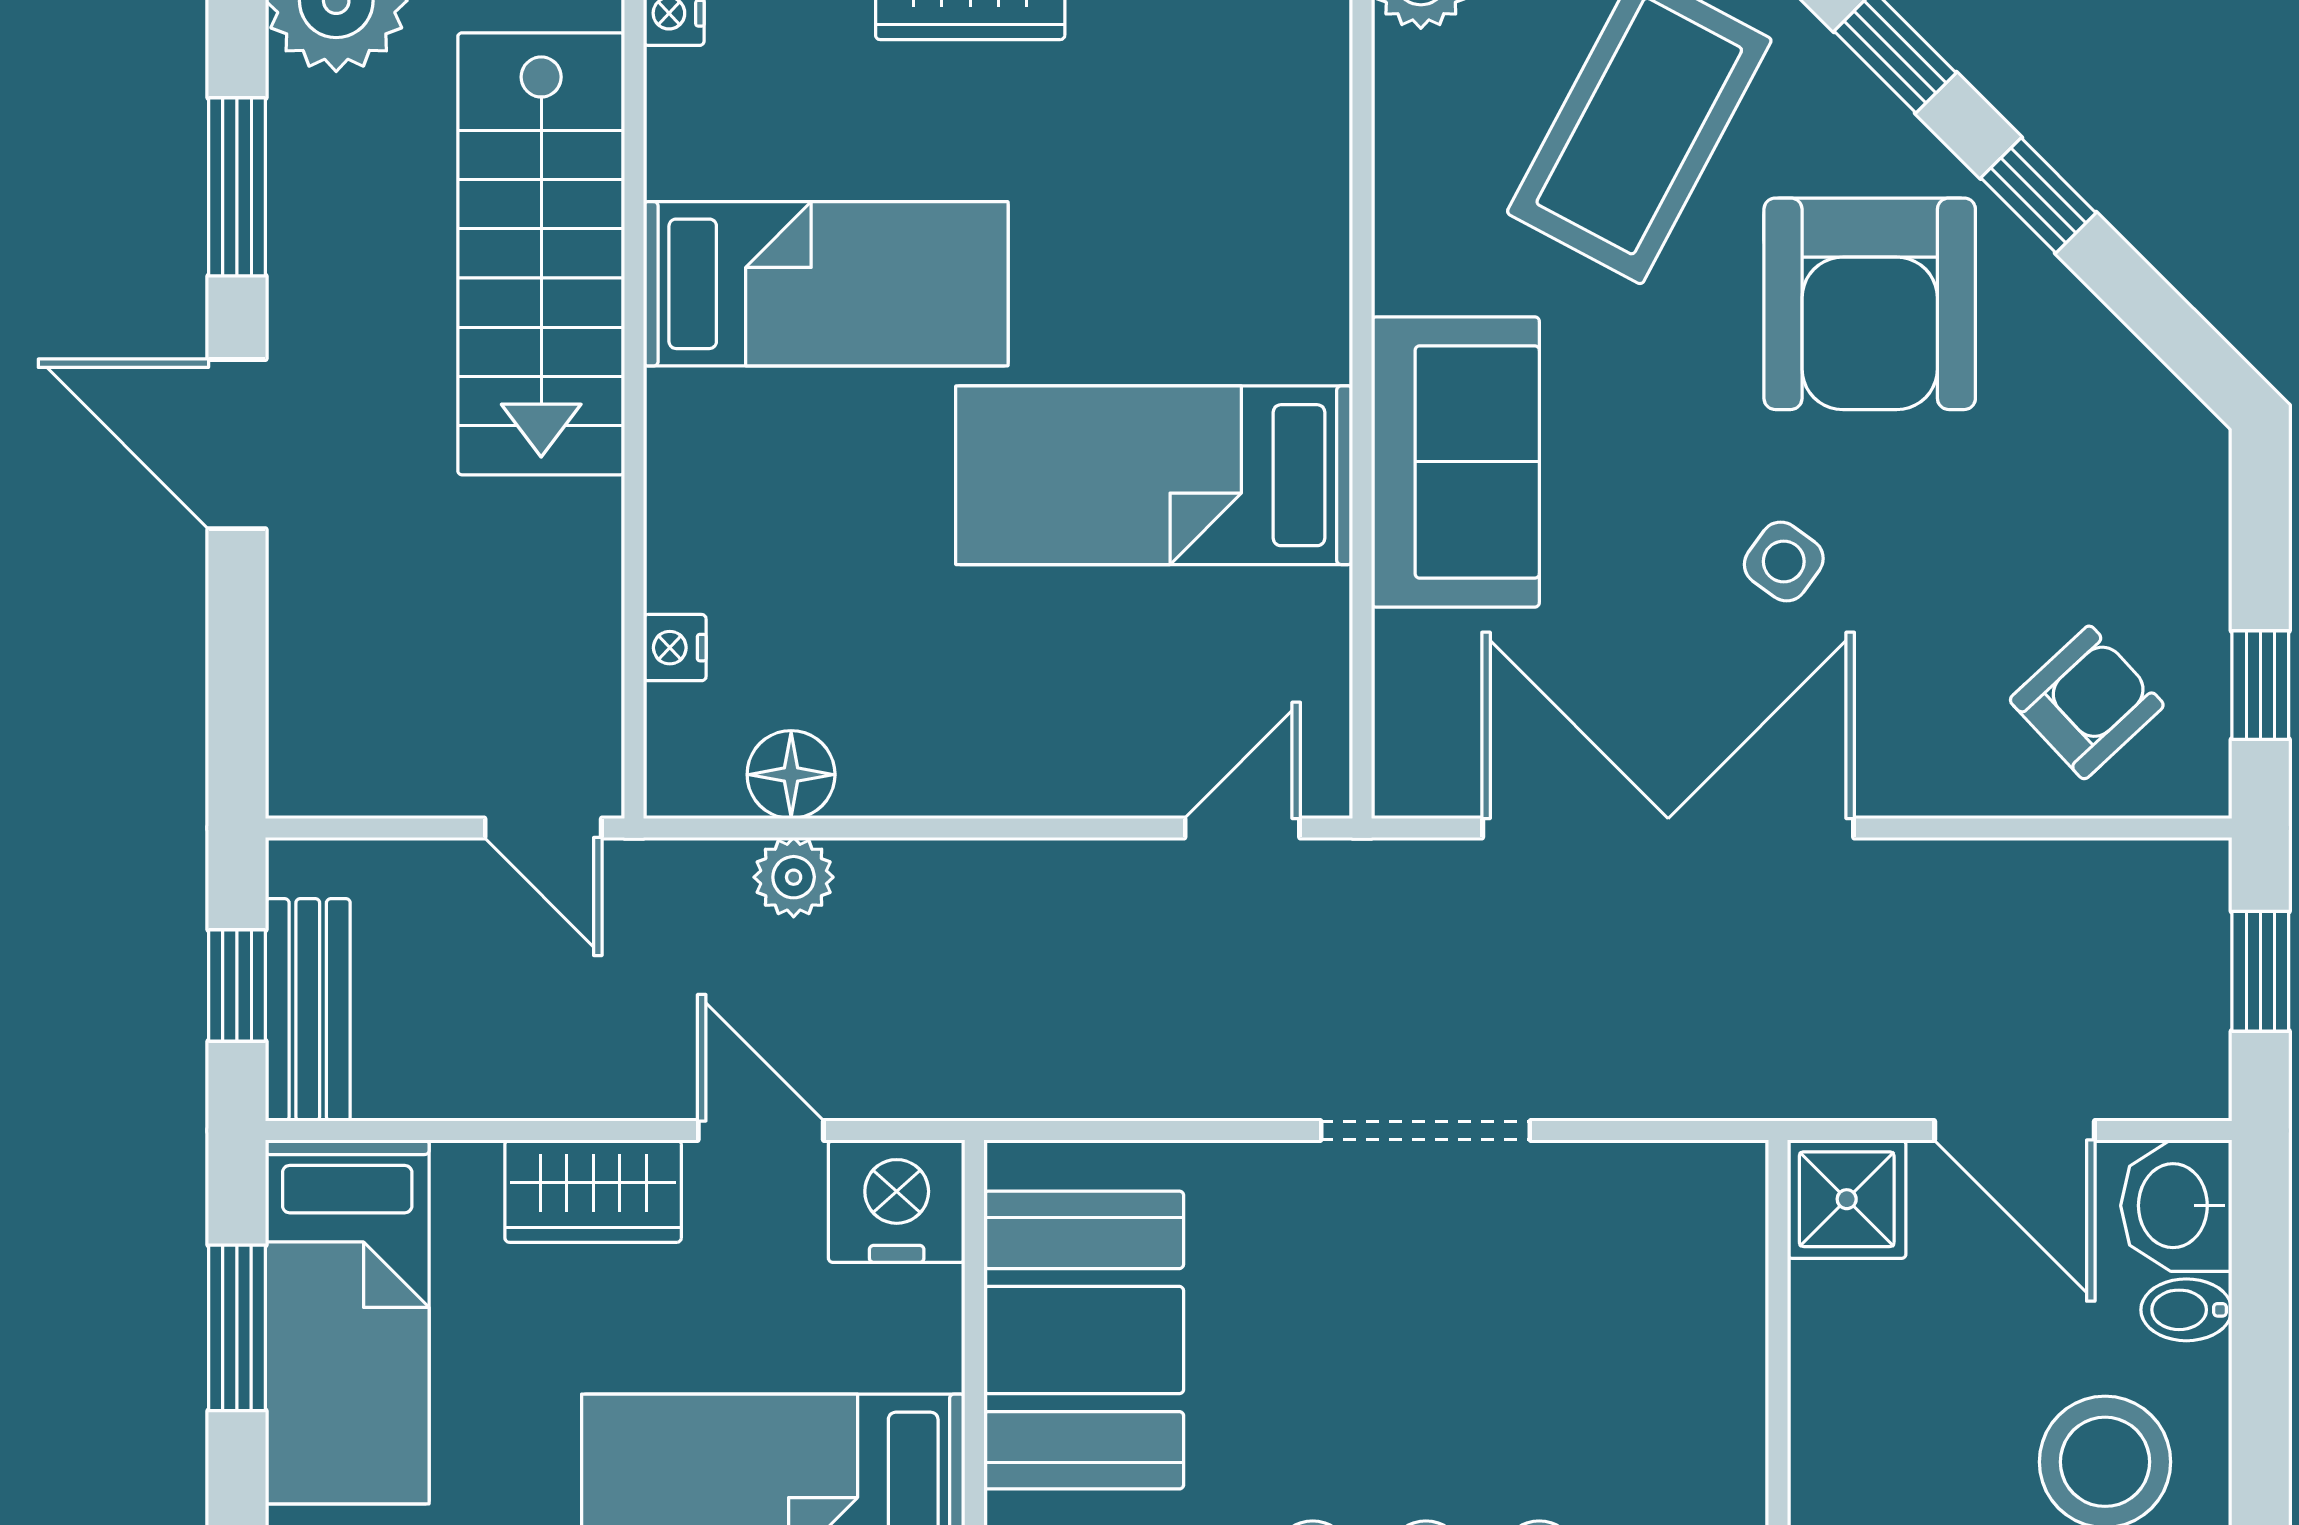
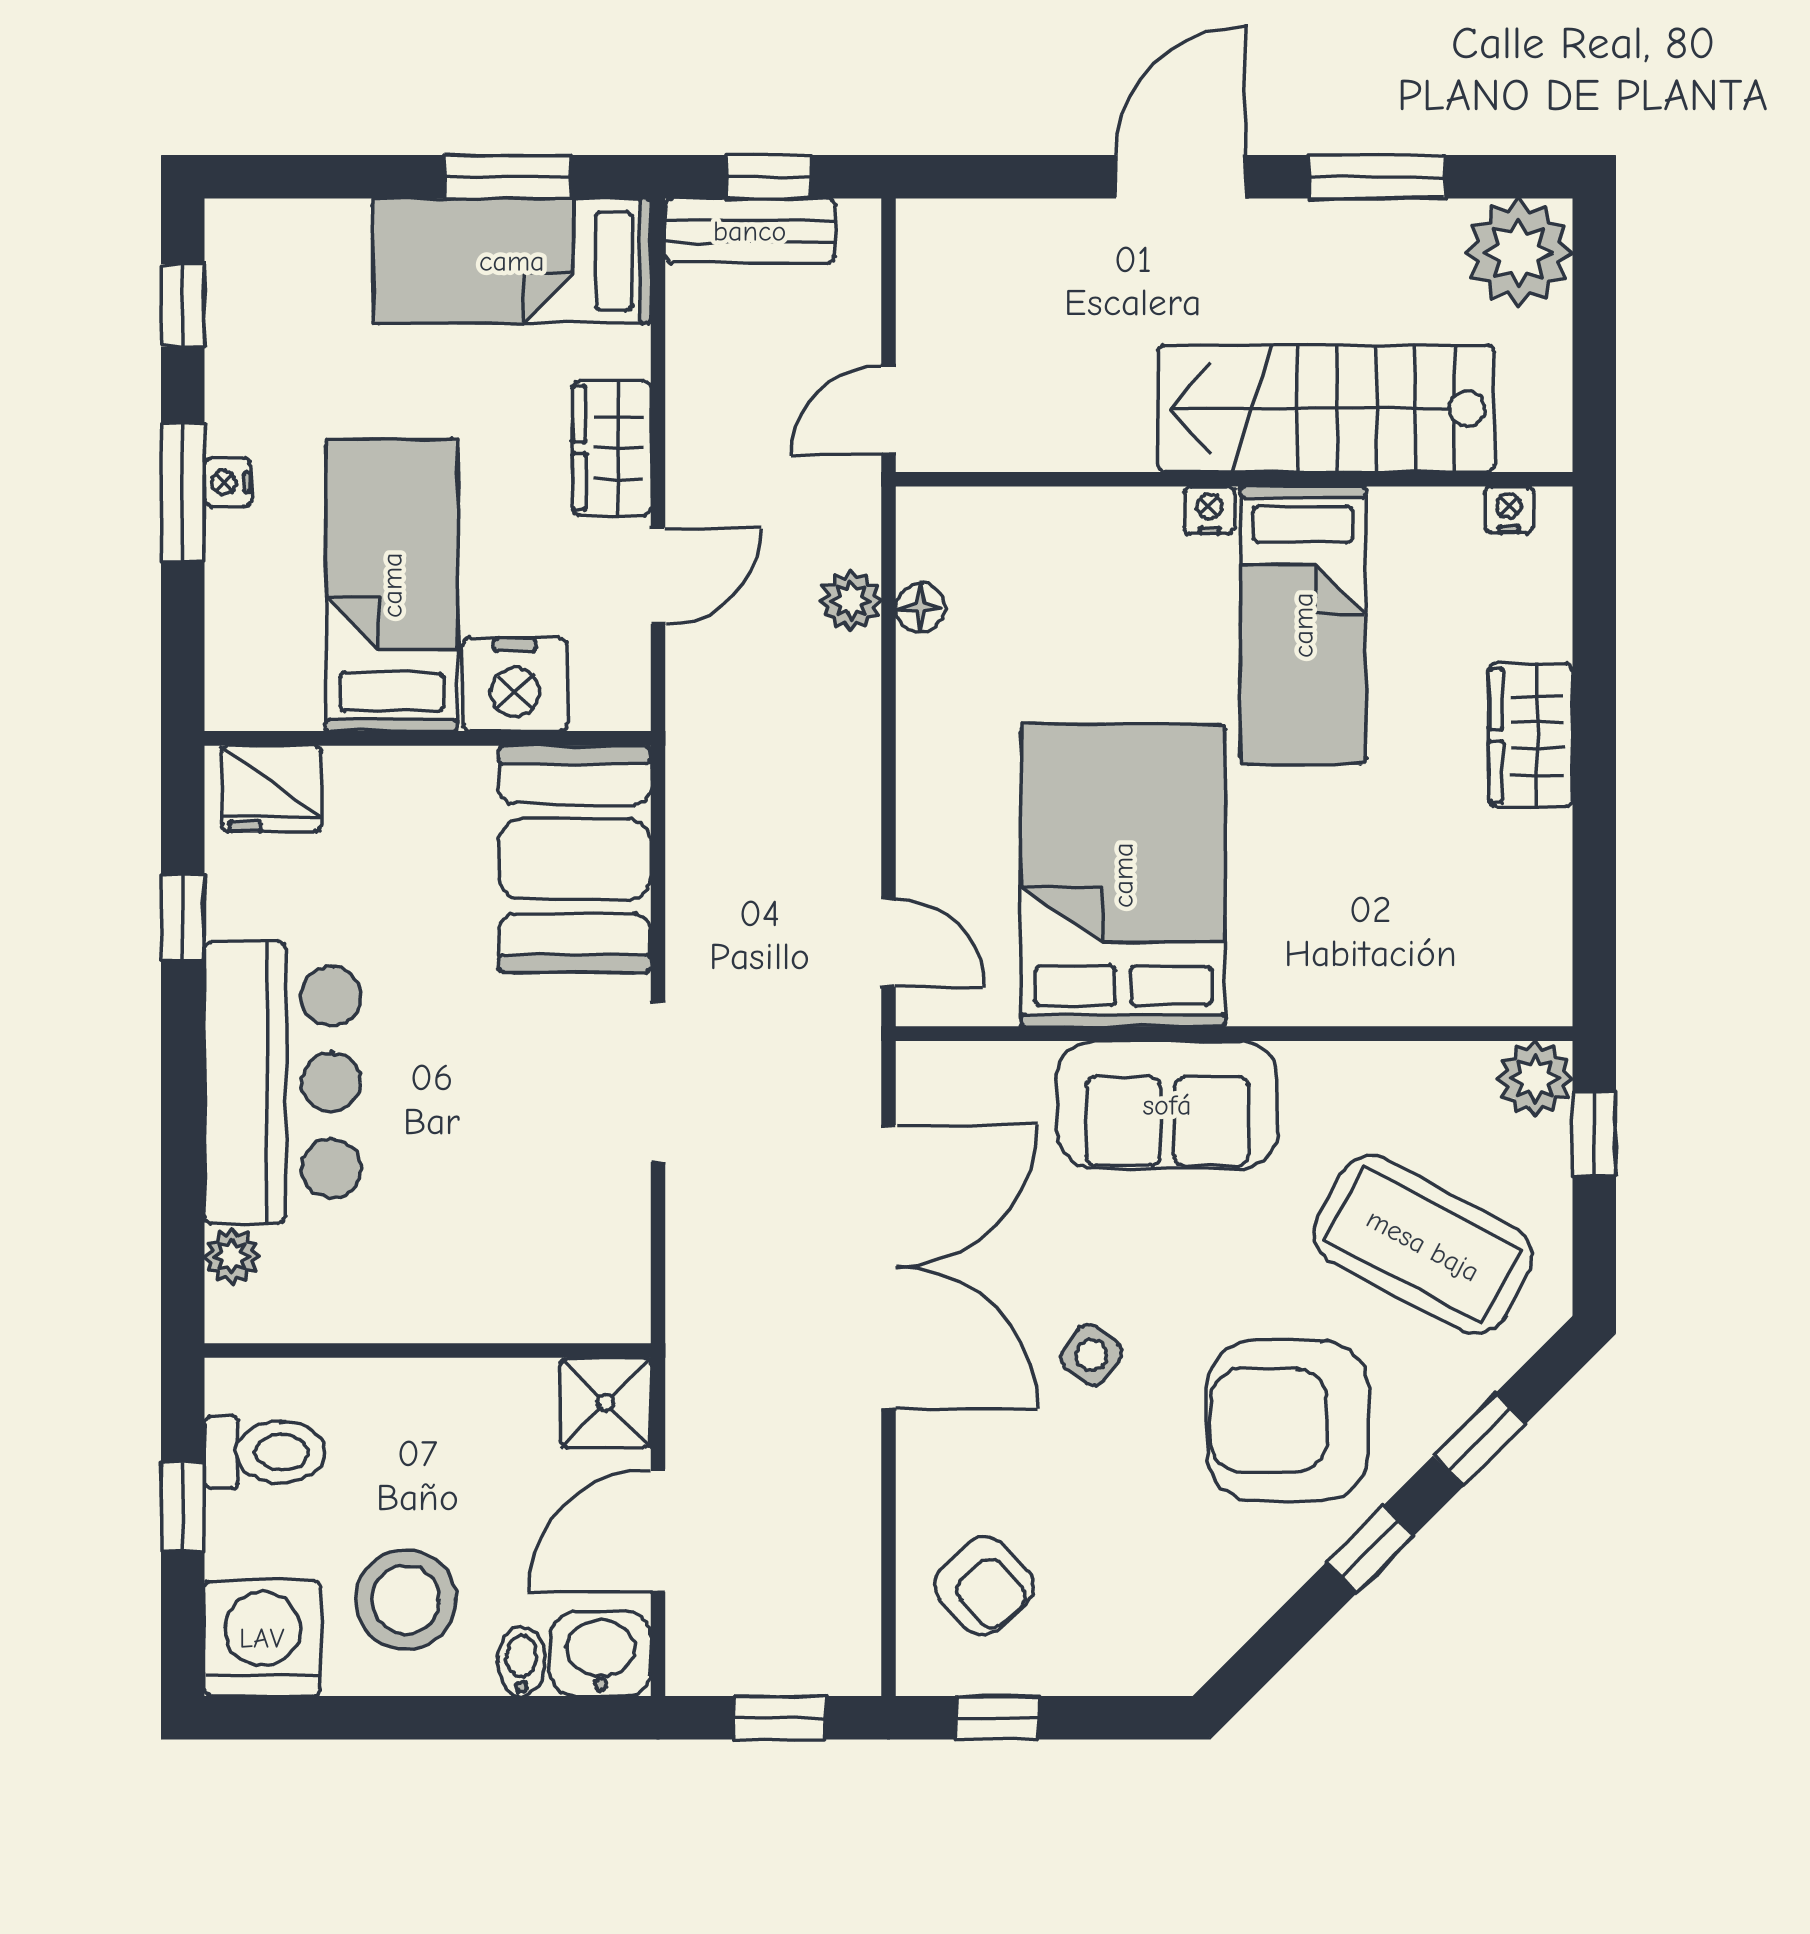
bed: (1154, 475) -> (1123, 875), width x1.50
nightstand: (675, 648) -> (1209, 510), moved
floor lamp: (791, 775) -> (920, 608), width x0.73, depth x0.73
nightstand: (897, 1201) -> (515, 685), moved, turned 90
booth: (1084, 1340) -> (575, 859), moved, turned 90

